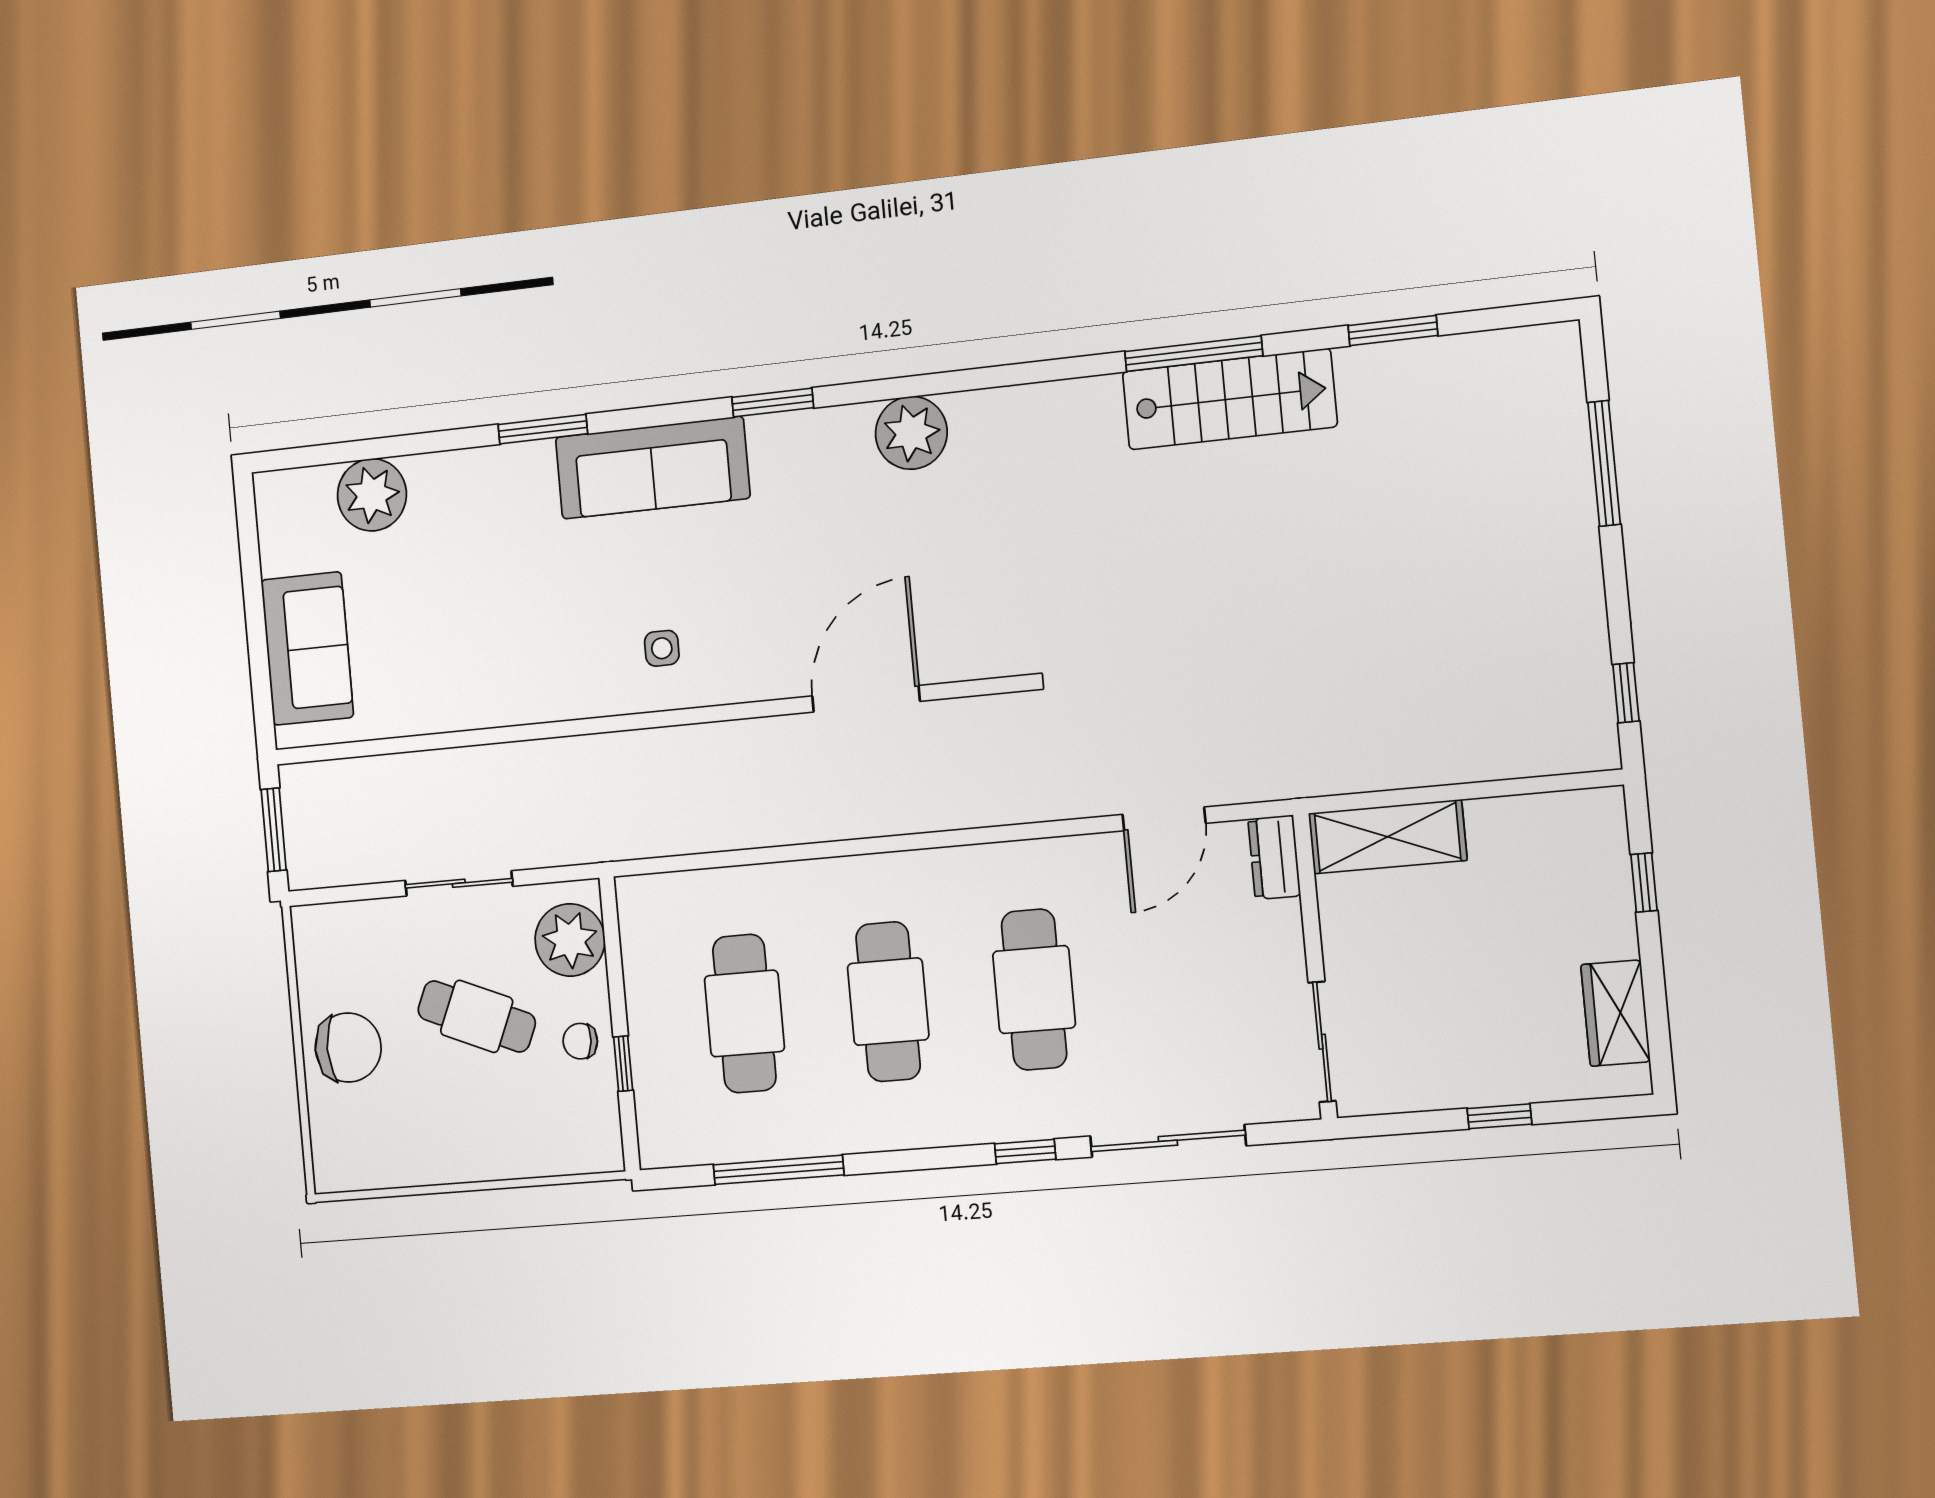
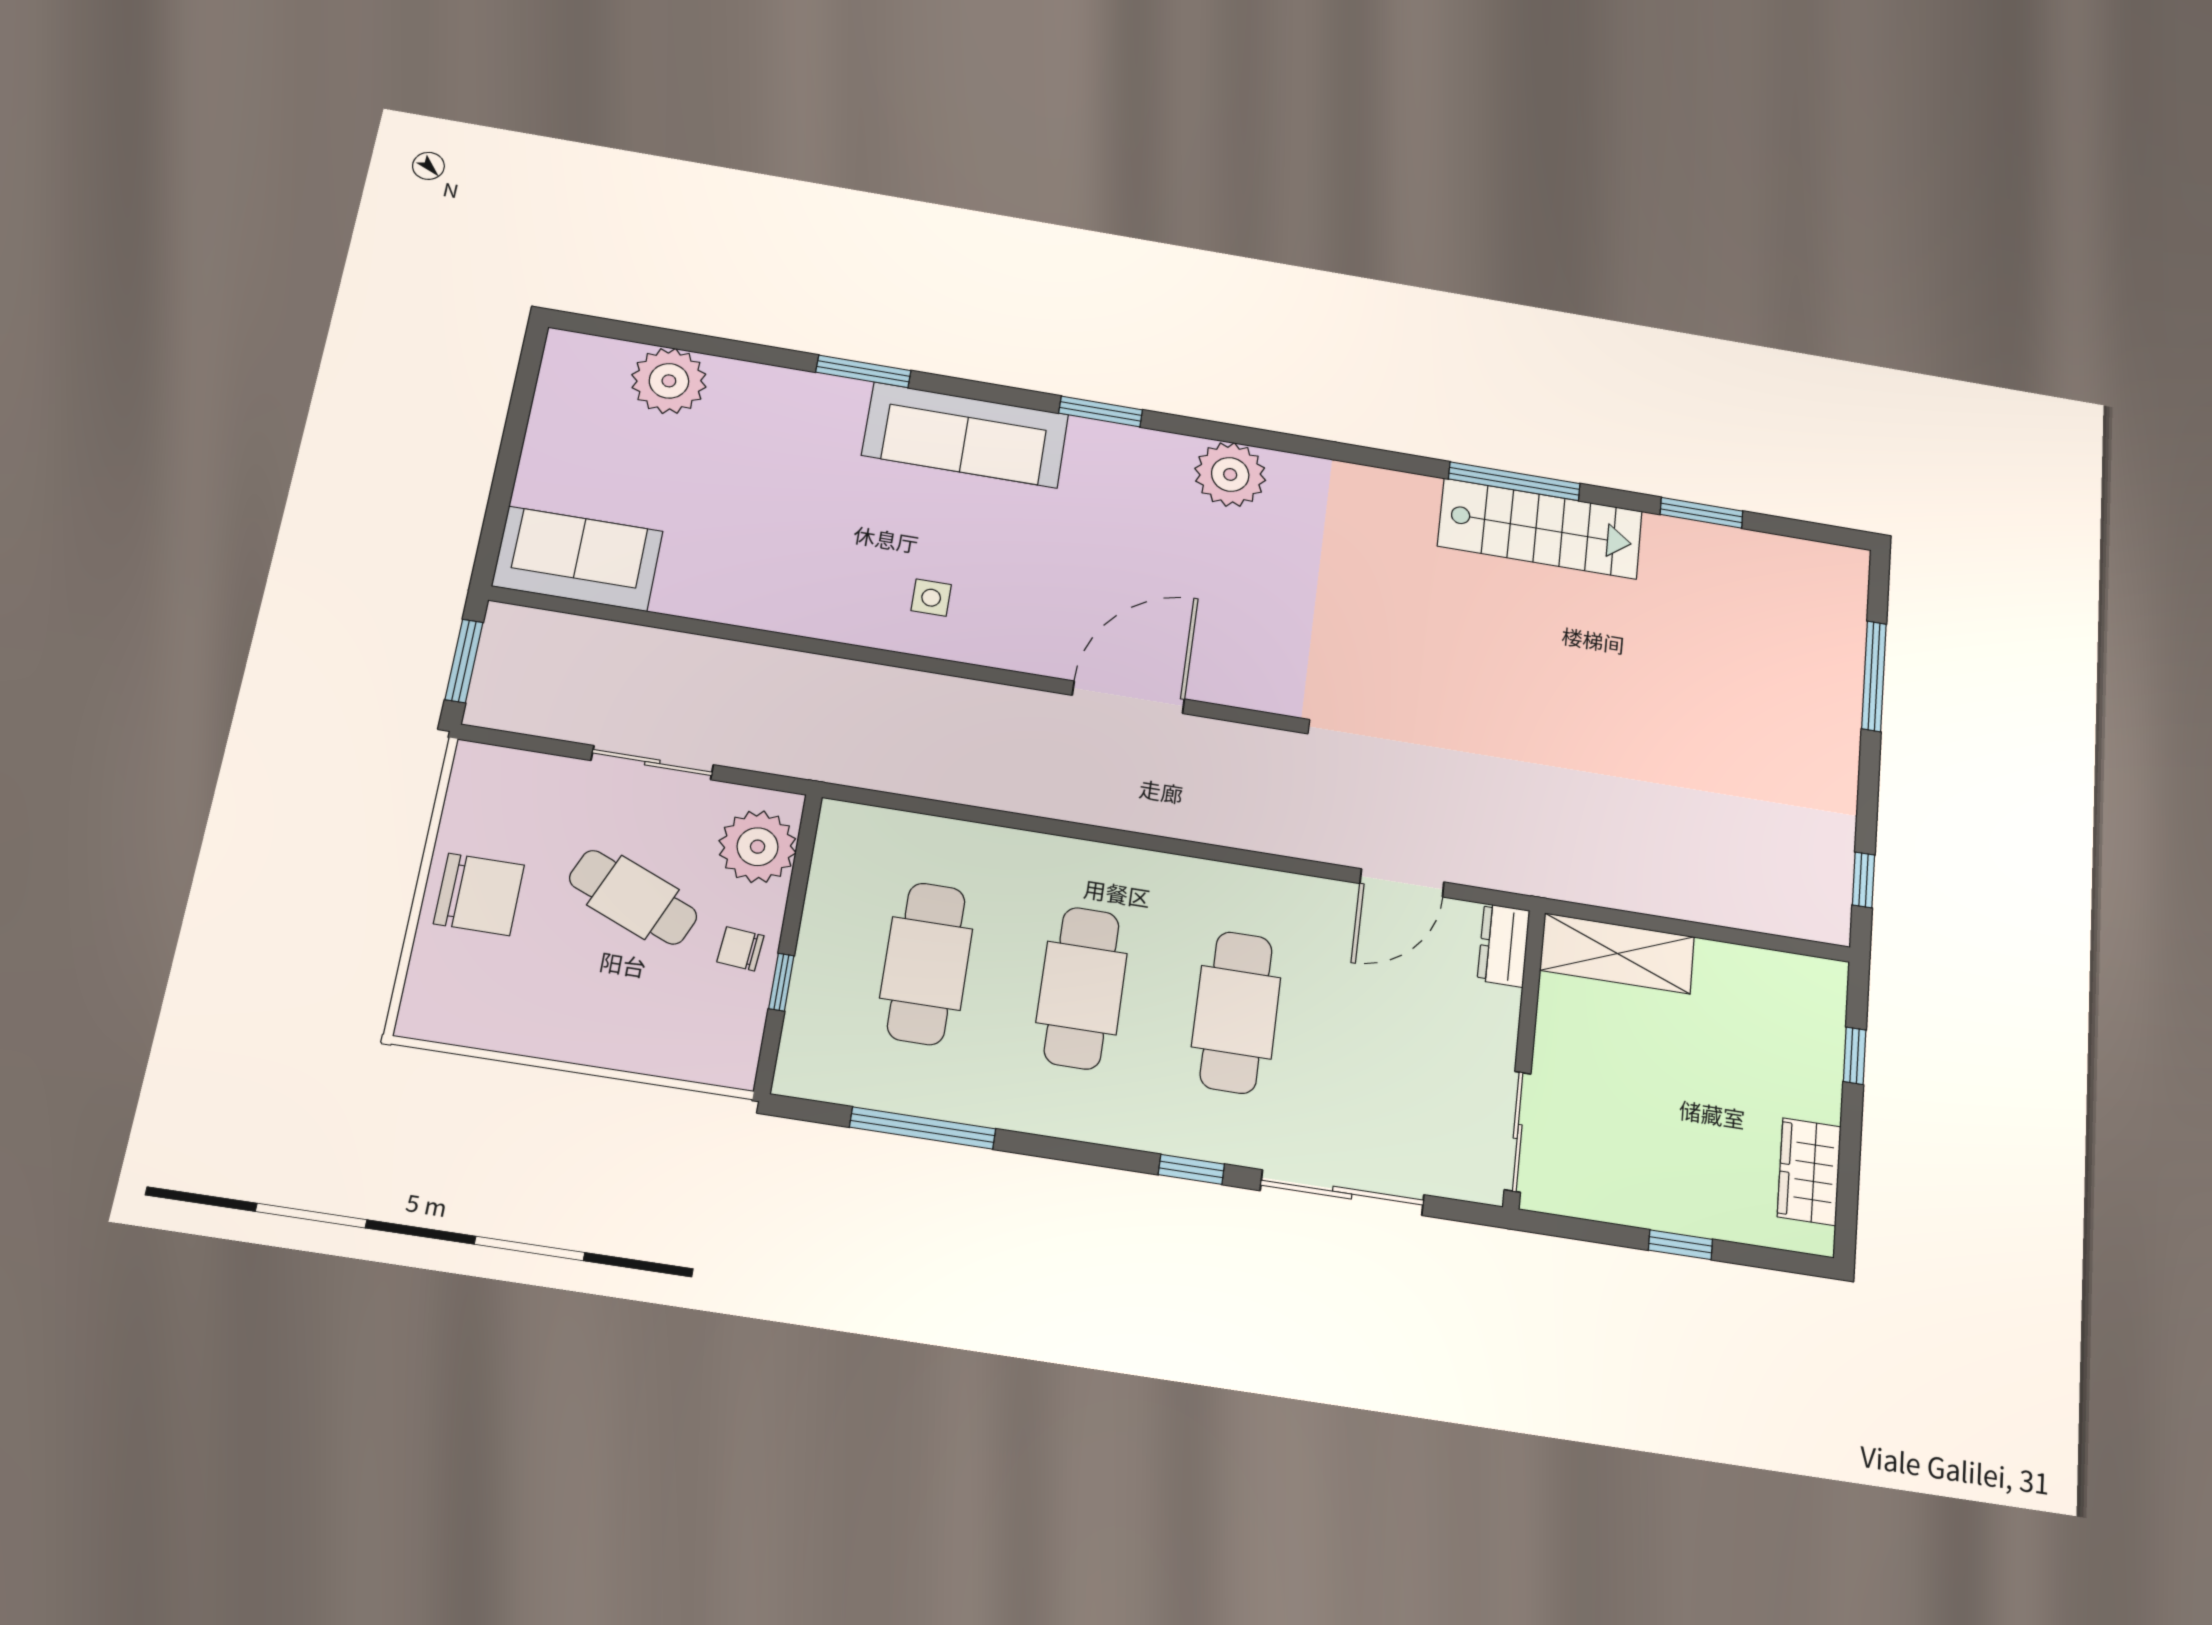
sofa: (307, 649) -> (578, 559), moved, turned -90

